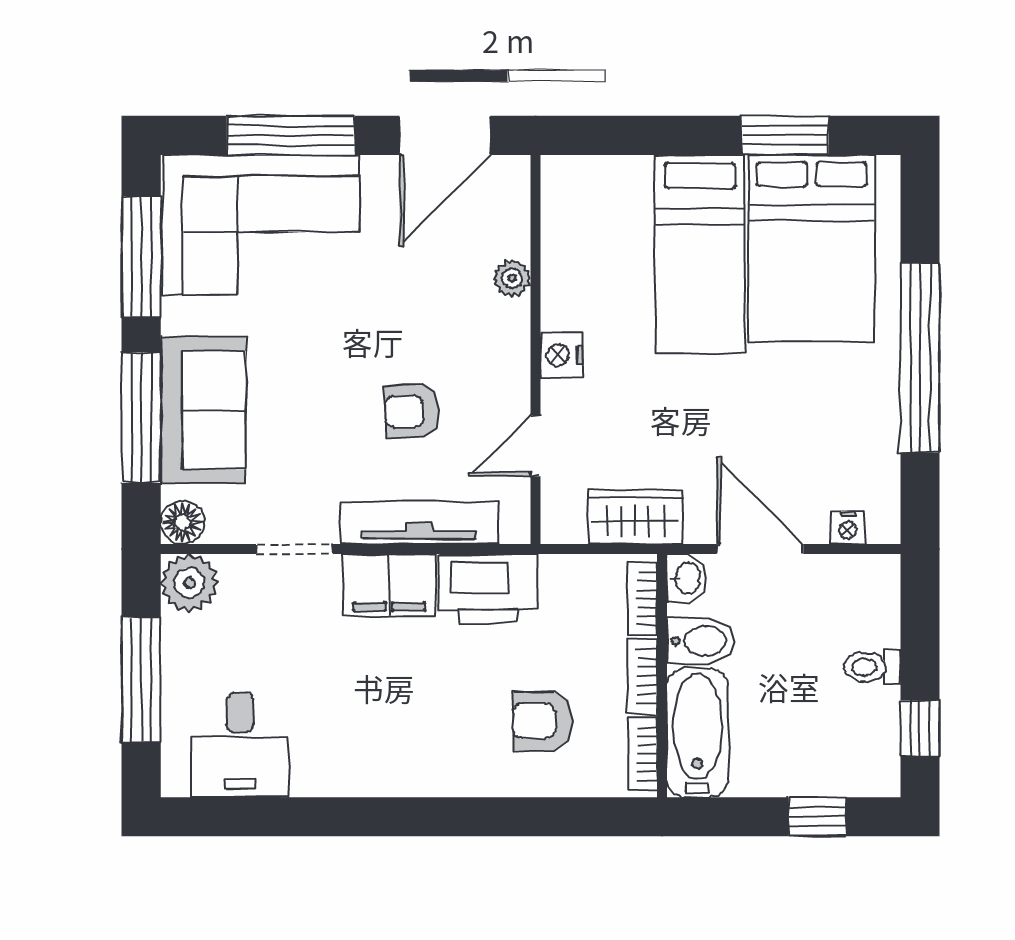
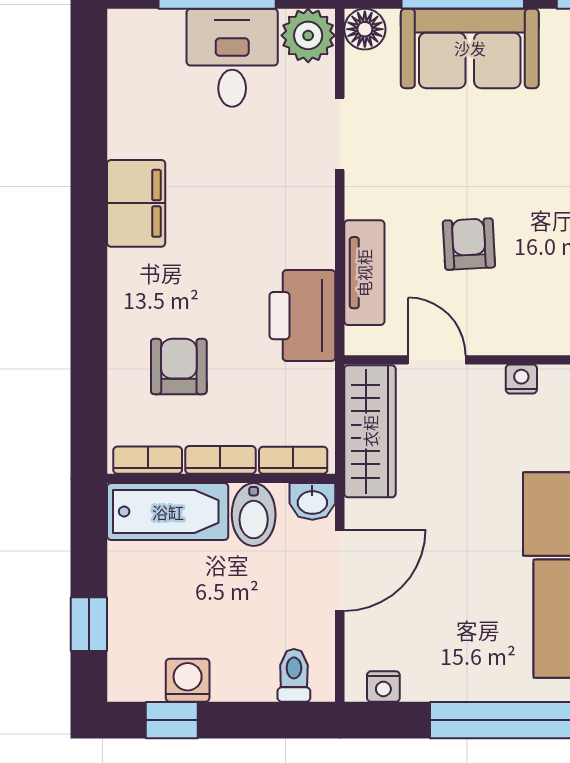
nightstand: (561, 355) -> (521, 379), width x0.72, depth x0.74
wardrobe: (635, 517) -> (370, 431), width x1.50
tv unit: (419, 523) -> (364, 273), width x0.71
nightstand: (848, 528) -> (383, 687), moved, turned -90
filing cabinet: (389, 585) -> (136, 203), moved, turned 180
toilet: (872, 667) -> (294, 675), moved
washing machine: (877, 711) -> (188, 680), added
desk: (240, 745) -> (232, 58), moved, turned 90

